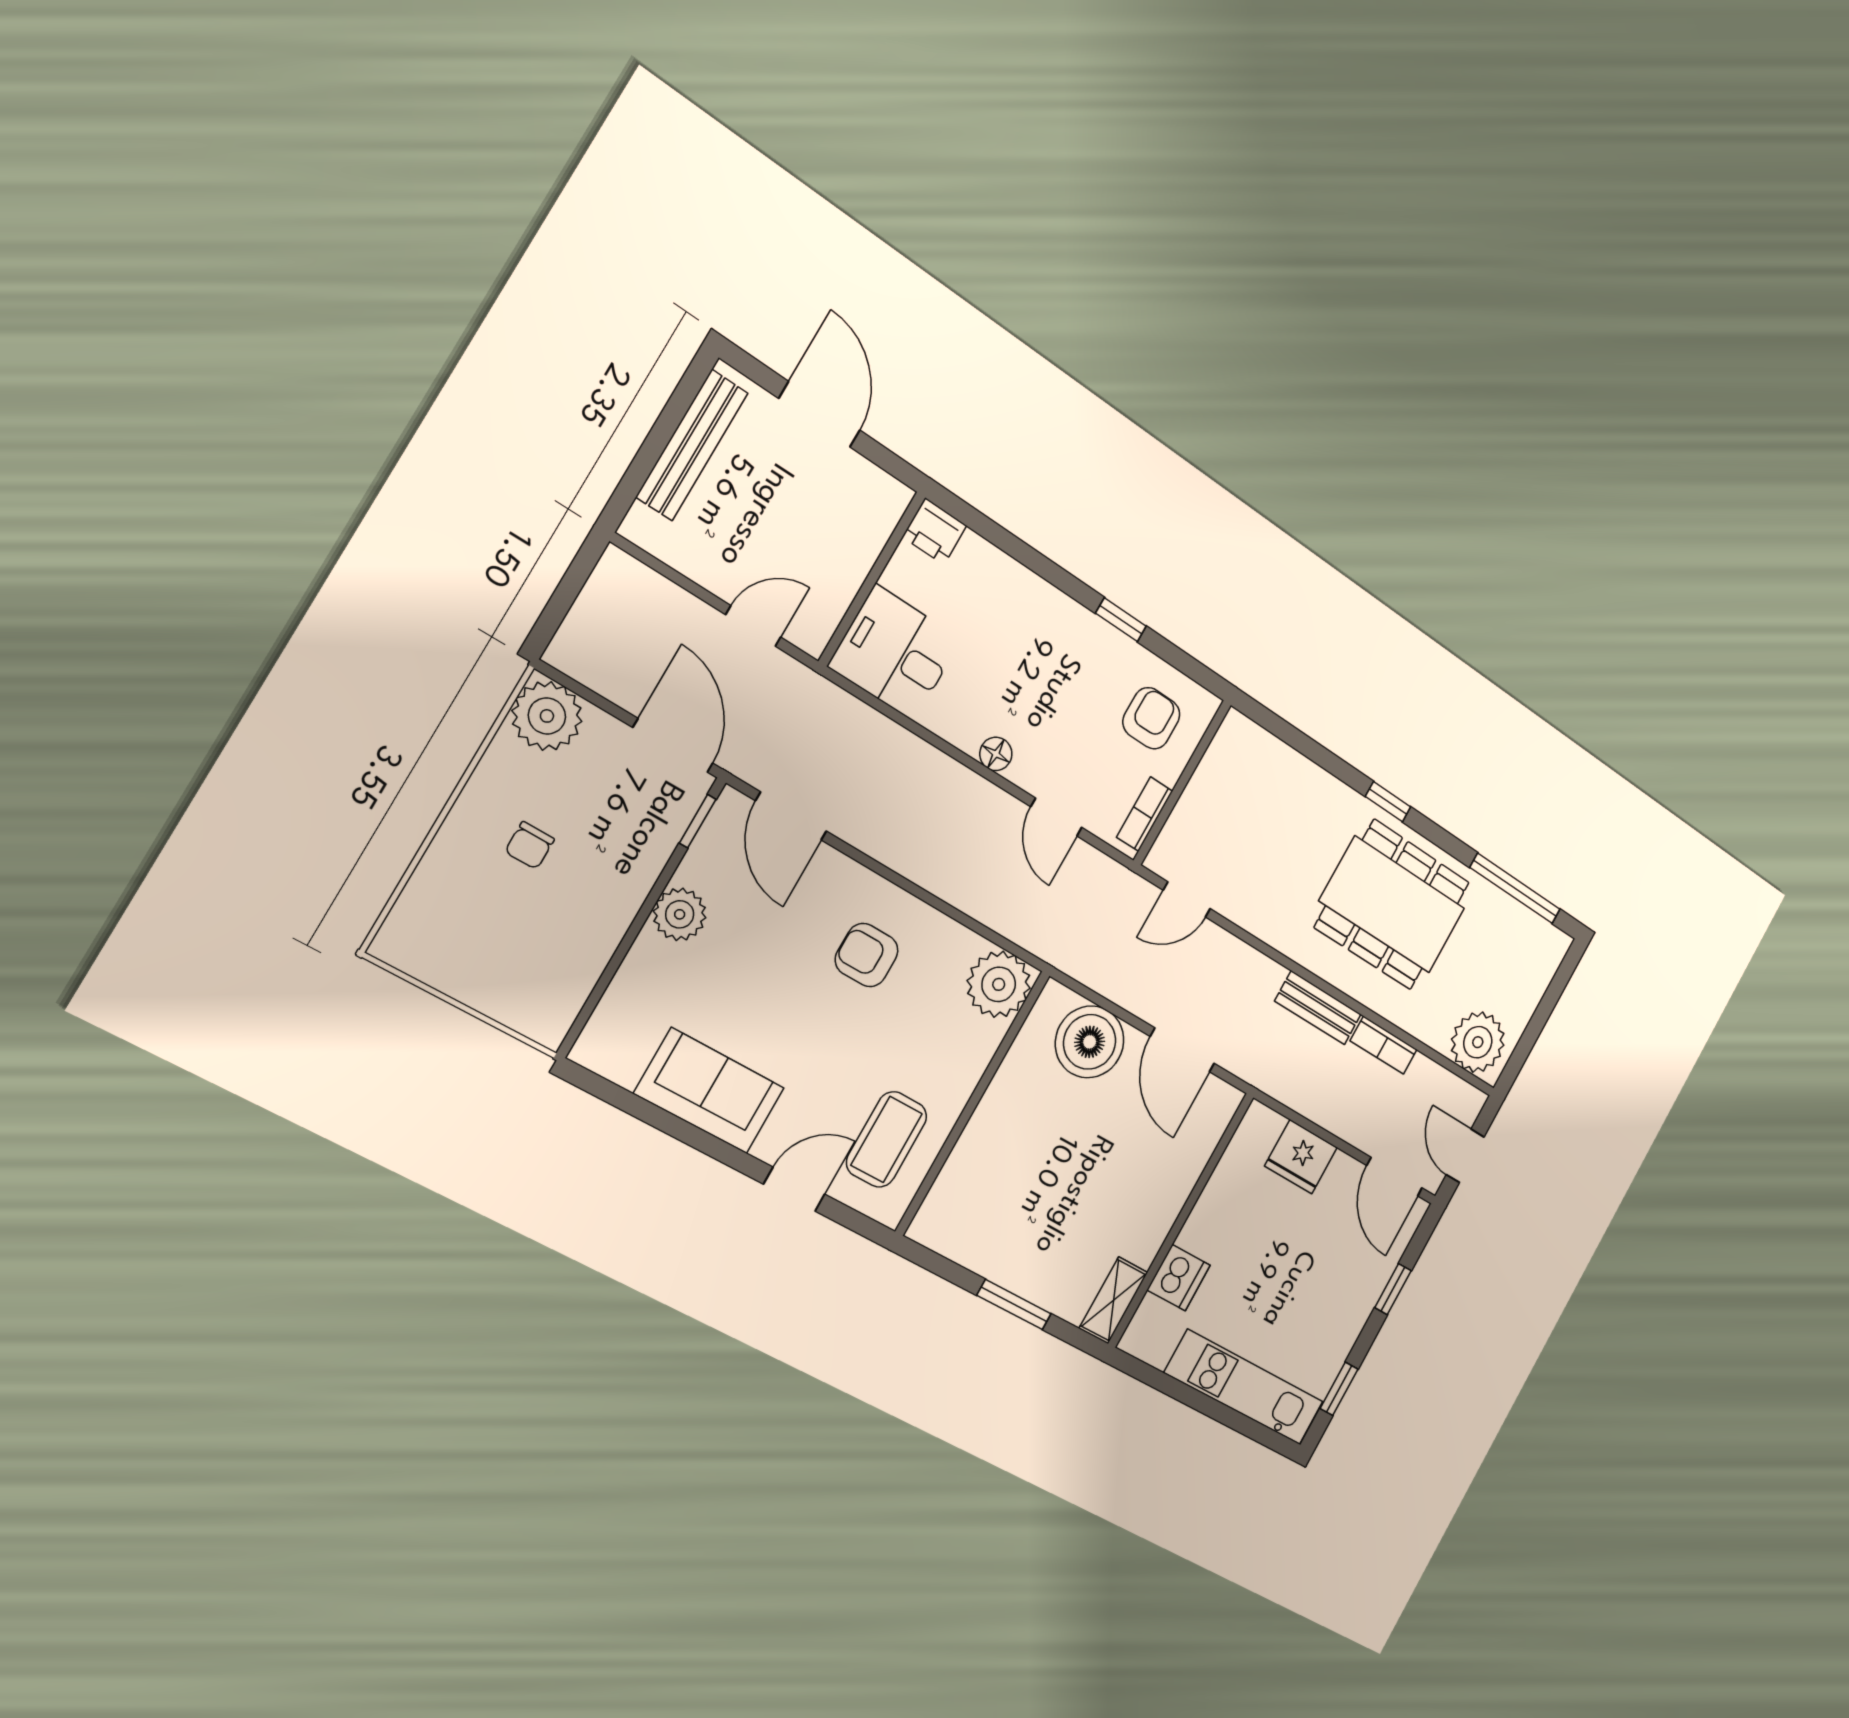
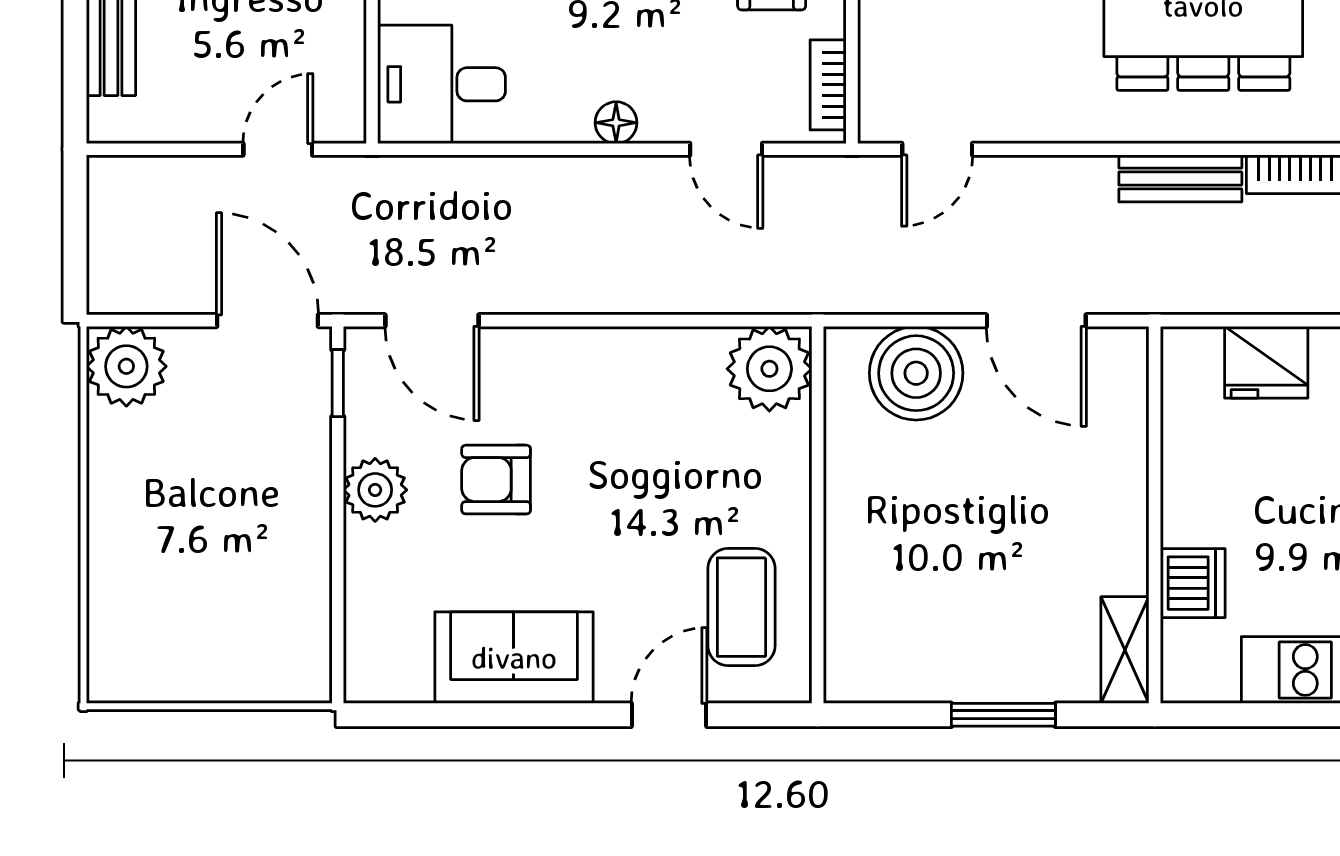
chair: (530, 845) -> (184, 506), removed
armchair: (867, 955) -> (496, 480), moved

